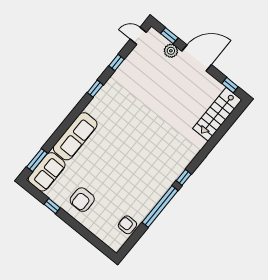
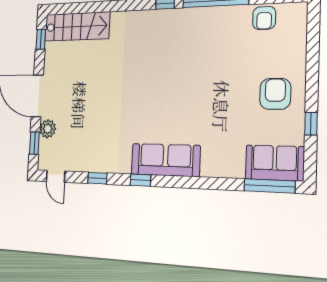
sofa: (75, 136) -> (165, 160), moved
window: (37, 160) -> (269, 186), width x1.44
armchair: (82, 200) -> (275, 94), turned -90

